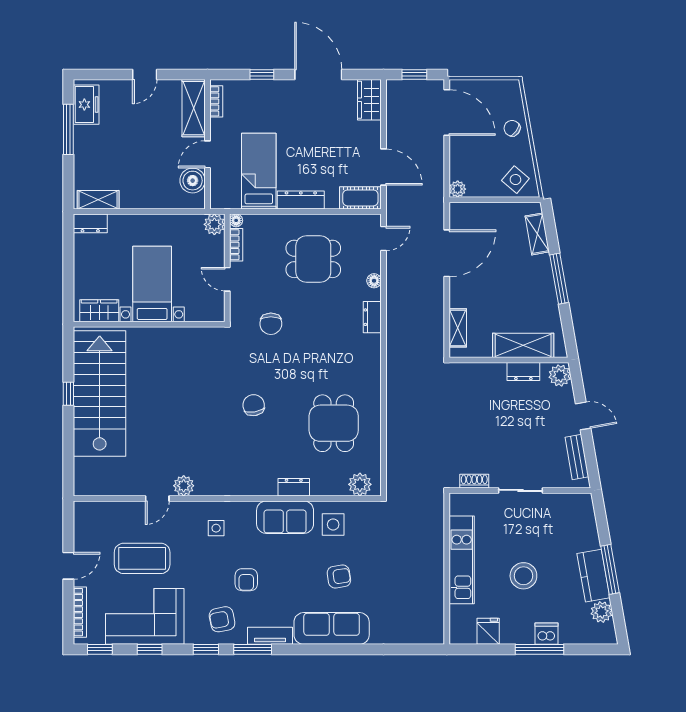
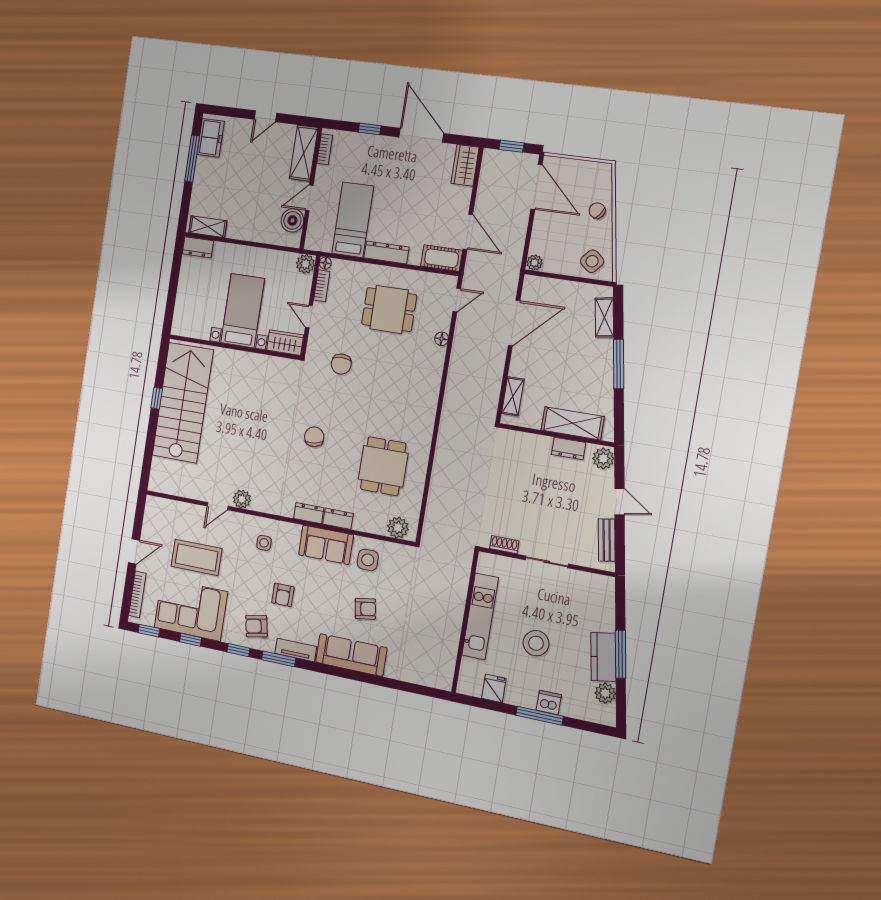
wardrobe: (99, 311) -> (285, 343), moved
dresser: (372, 317) -> (309, 513), moved, turned 90

